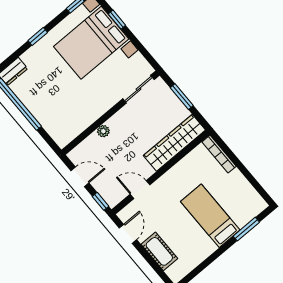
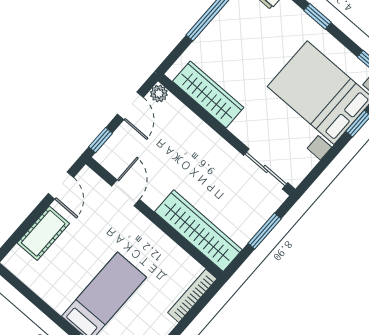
wardrobe: (80, 121) -> (208, 94), added
plant: (103, 131) -> (159, 94), moved
door: (128, 234) -> (61, 185), hinge flipped

